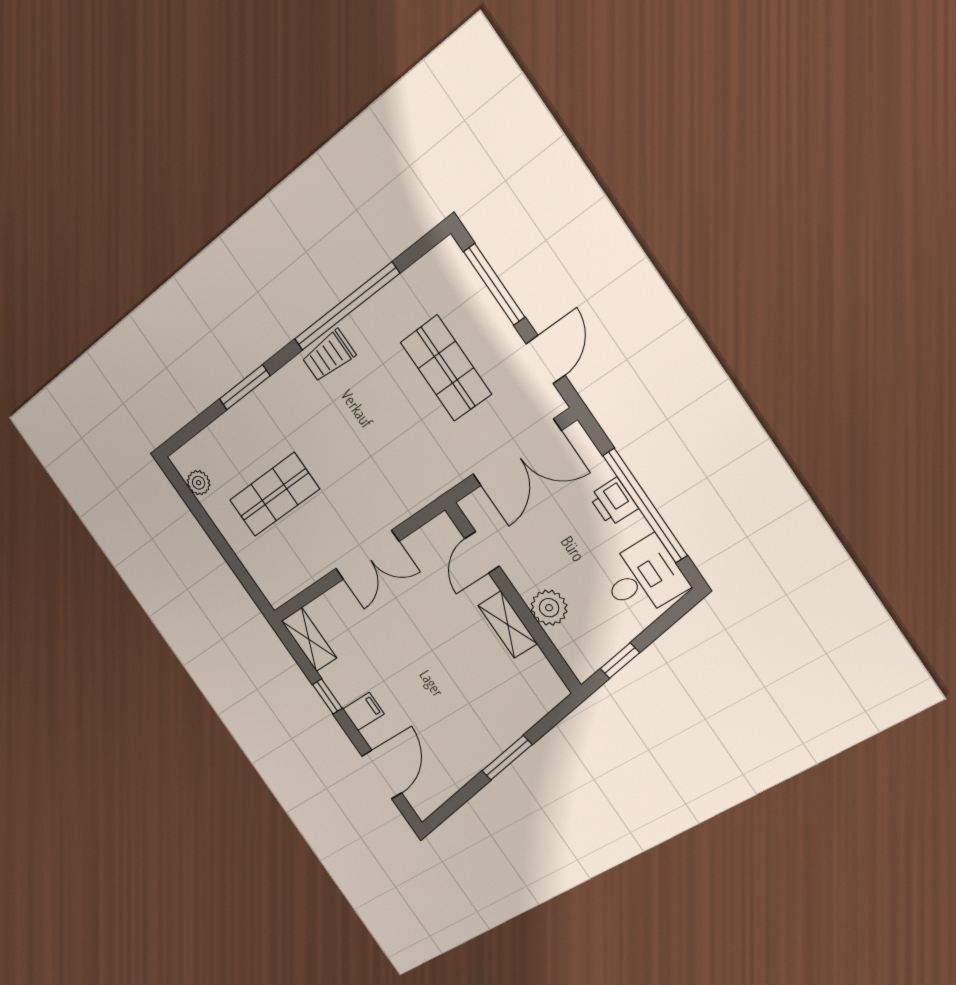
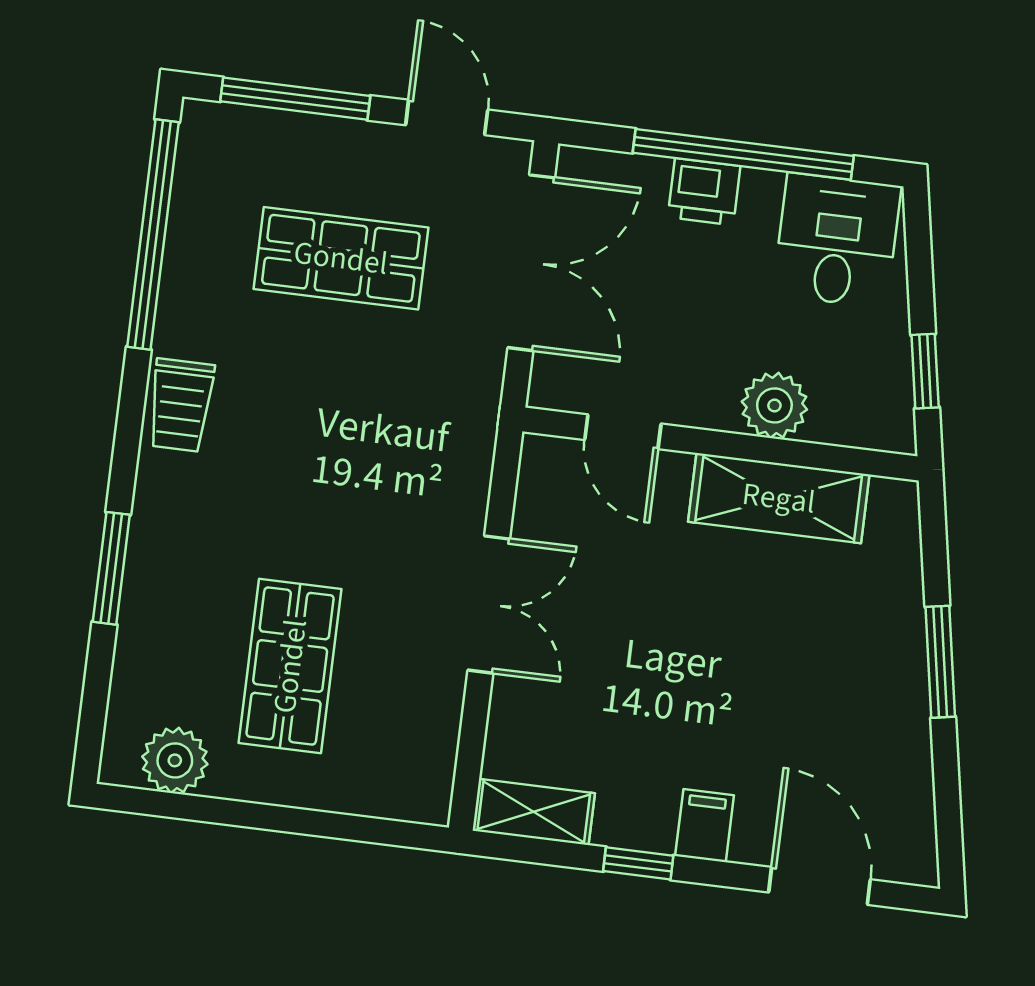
window: (346, 307) -> (153, 235), moved
plant: (199, 483) -> (175, 760), width x1.38, depth x1.38
shelving: (508, 625) -> (779, 498), width x1.50, depth x1.33

